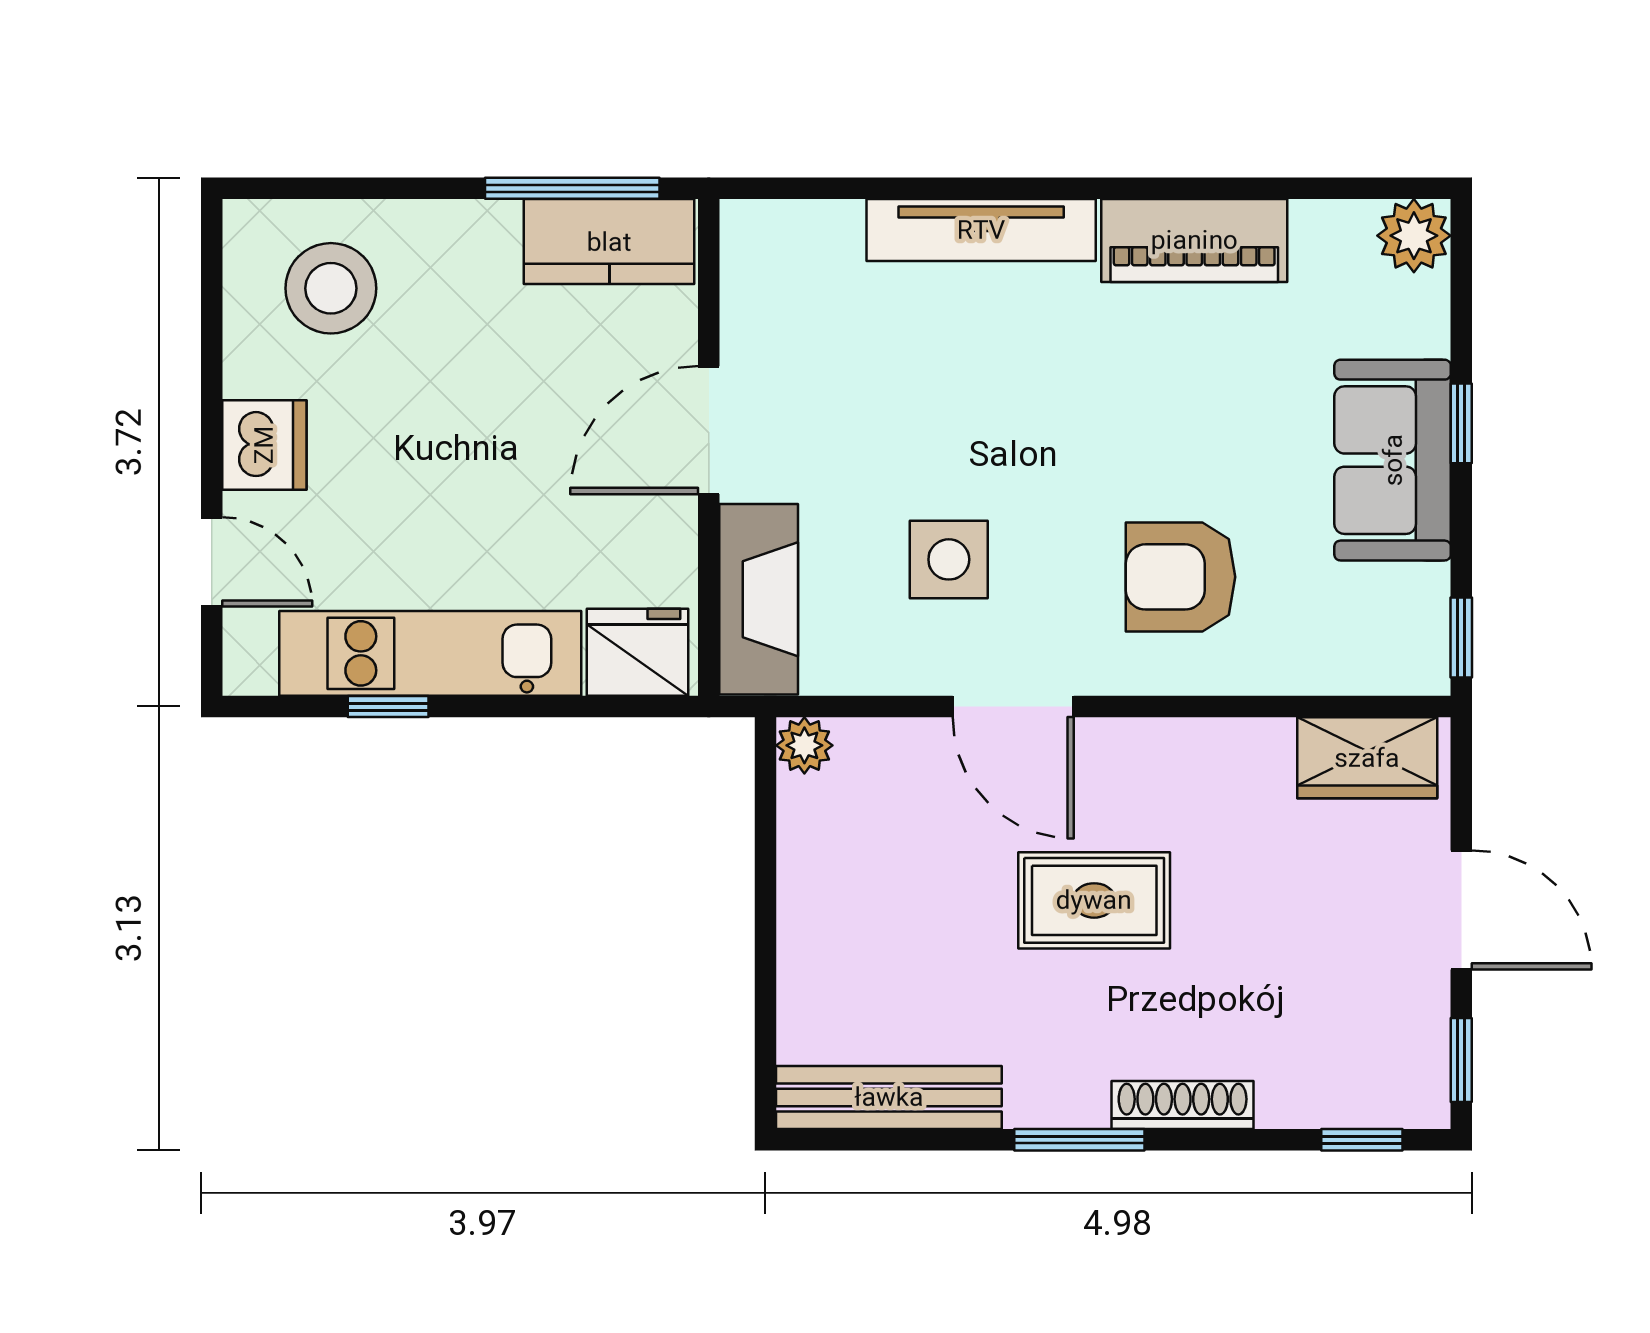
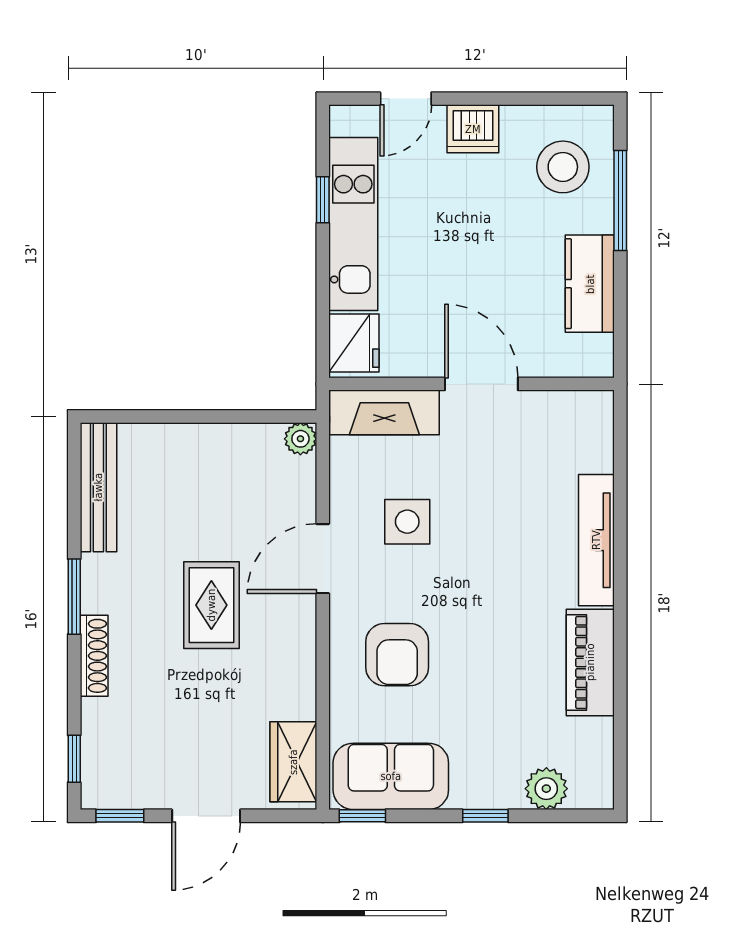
window: (572, 188) -> (620, 201), moved
plant: (1414, 236) -> (546, 789), moved
kitchen counter: (609, 242) -> (590, 284), moved
sofa: (1393, 460) -> (391, 776), moved
armchair: (1181, 577) -> (397, 655), turned 180

